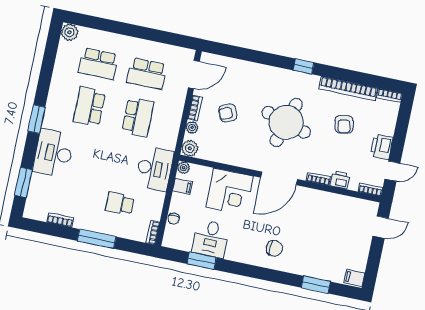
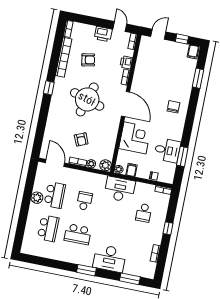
plant: (70, 32) -> (37, 198), moved
school desk: (138, 117) -> (84, 201), width x0.54
door: (381, 227) -> (158, 34), hinge flipped
window: (97, 239) -> (168, 228), width x0.46
window: (373, 262) -> (182, 39), added

